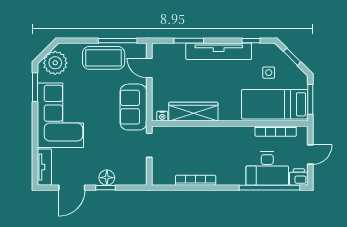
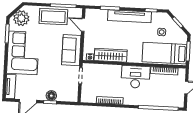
desk: (267, 169) -> (135, 77), moved, turned 180
printer: (299, 177) -> (178, 102), removed

